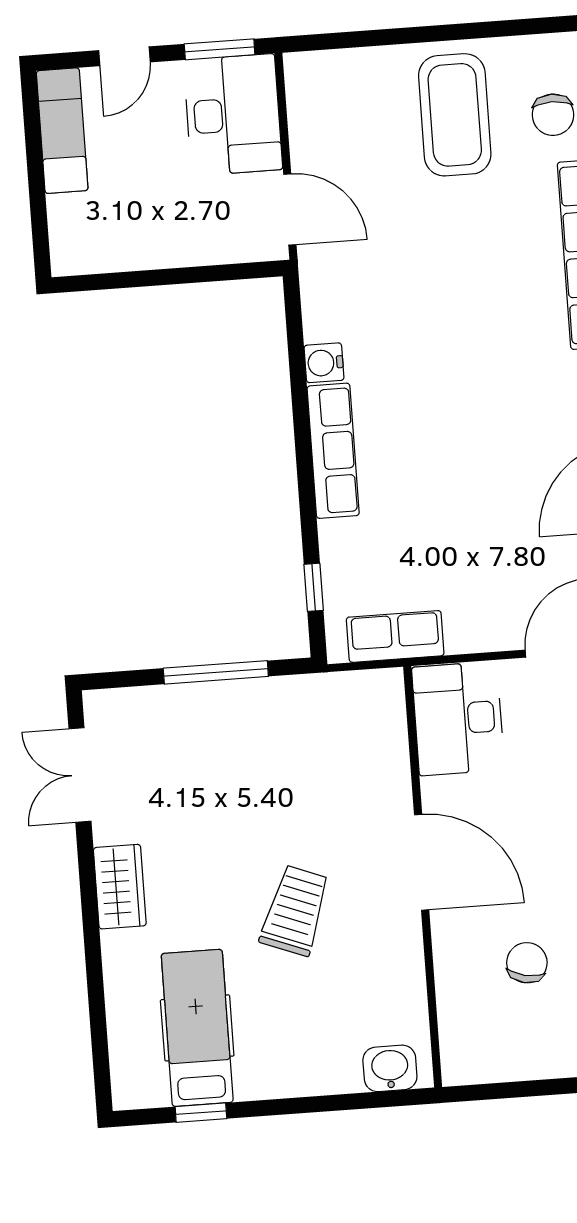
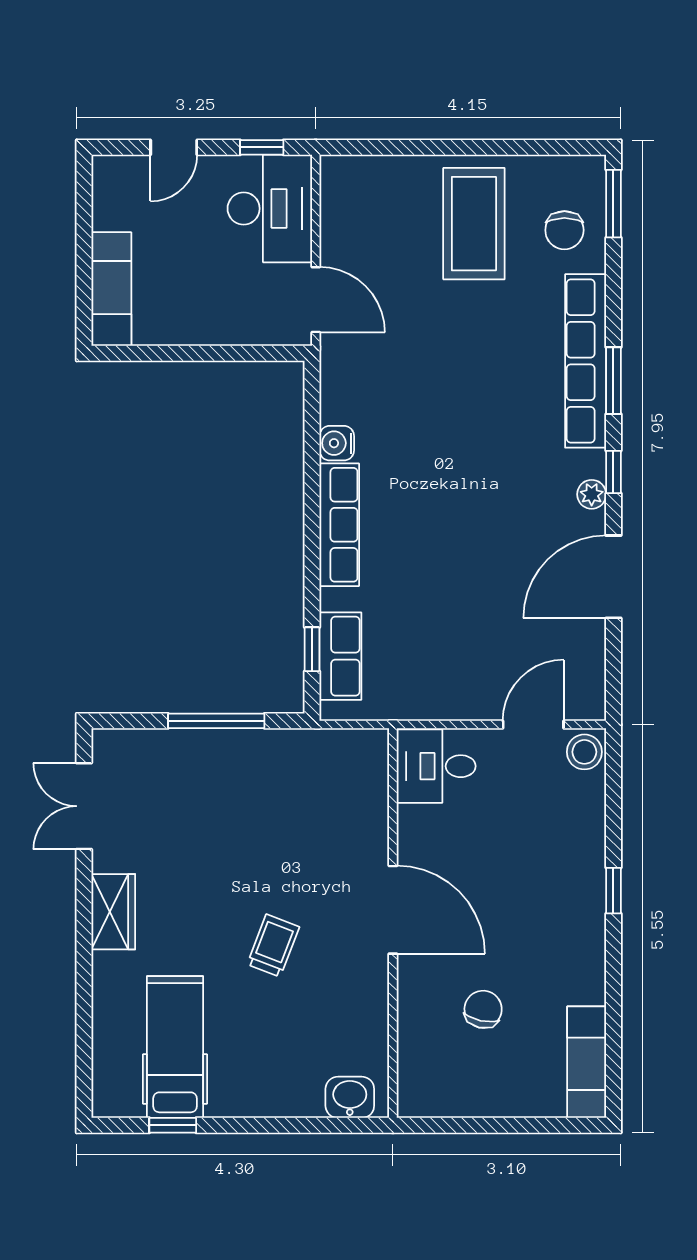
window: (220, 49) -> (262, 147), width x0.67
exam couch: (62, 131) -> (111, 289), moved
row of seats: (395, 636) -> (340, 656), moved, turned 90
desk: (458, 719) -> (436, 766), width x0.73
trolley: (295, 911) -> (273, 946), width x0.73, depth x0.72

